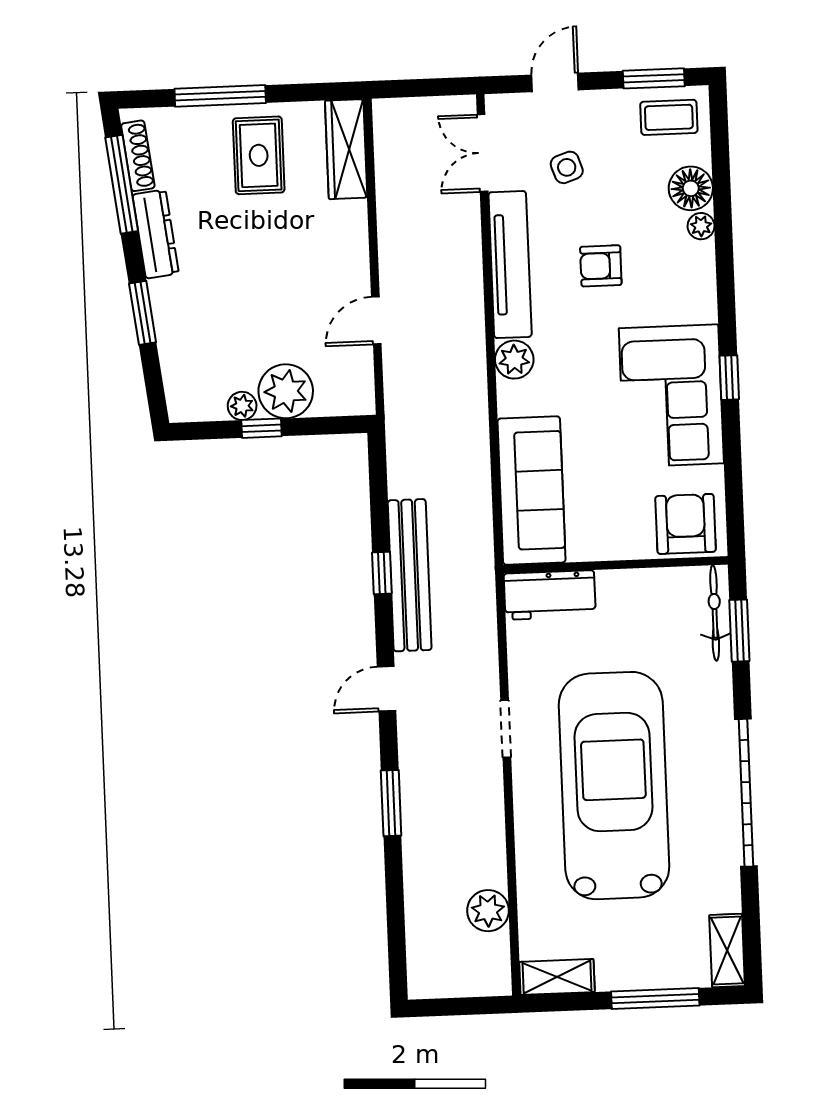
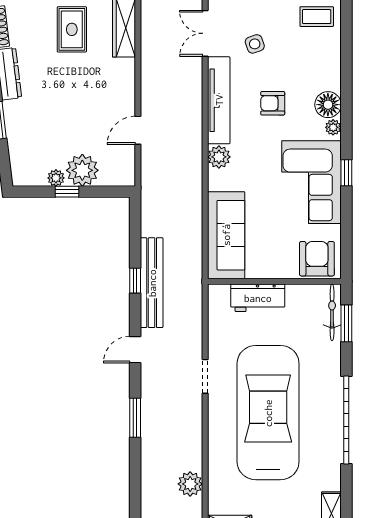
floor lamp: (691, 188) -> (328, 105), moved
plant: (701, 226) -> (333, 127), moved
workbench: (550, 595) -> (258, 298), moved

